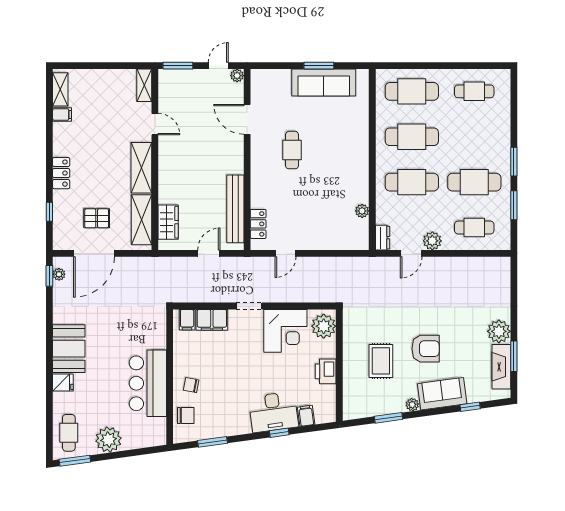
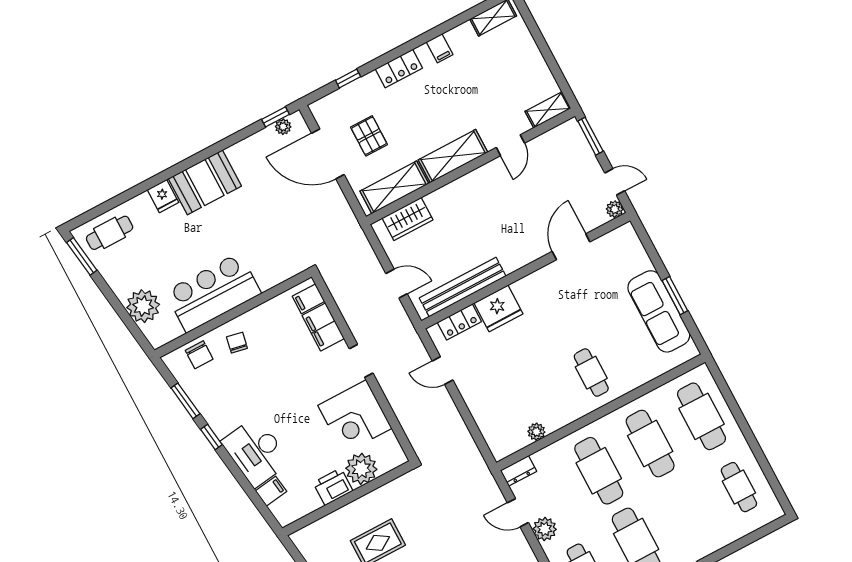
filing cabinet: (62, 115) -> (440, 48), moved
cafe table: (292, 150) -> (591, 373), moved, turned 90
fridge: (263, 192) -> (498, 308), added
plant: (324, 326) -> (361, 469), moved
window: (279, 433) -> (211, 437), moved
plant: (109, 440) -> (143, 306), moved

